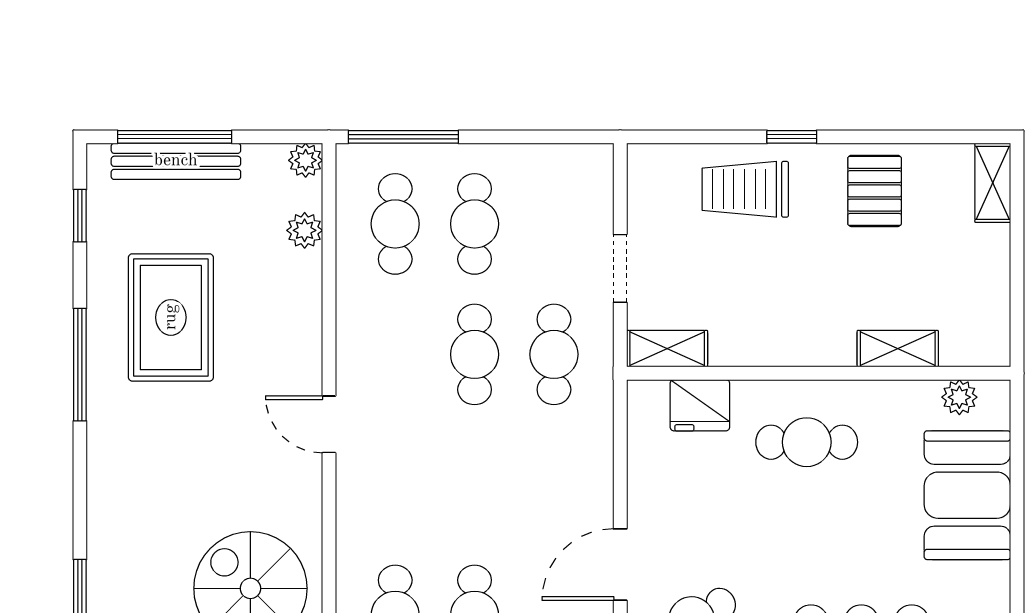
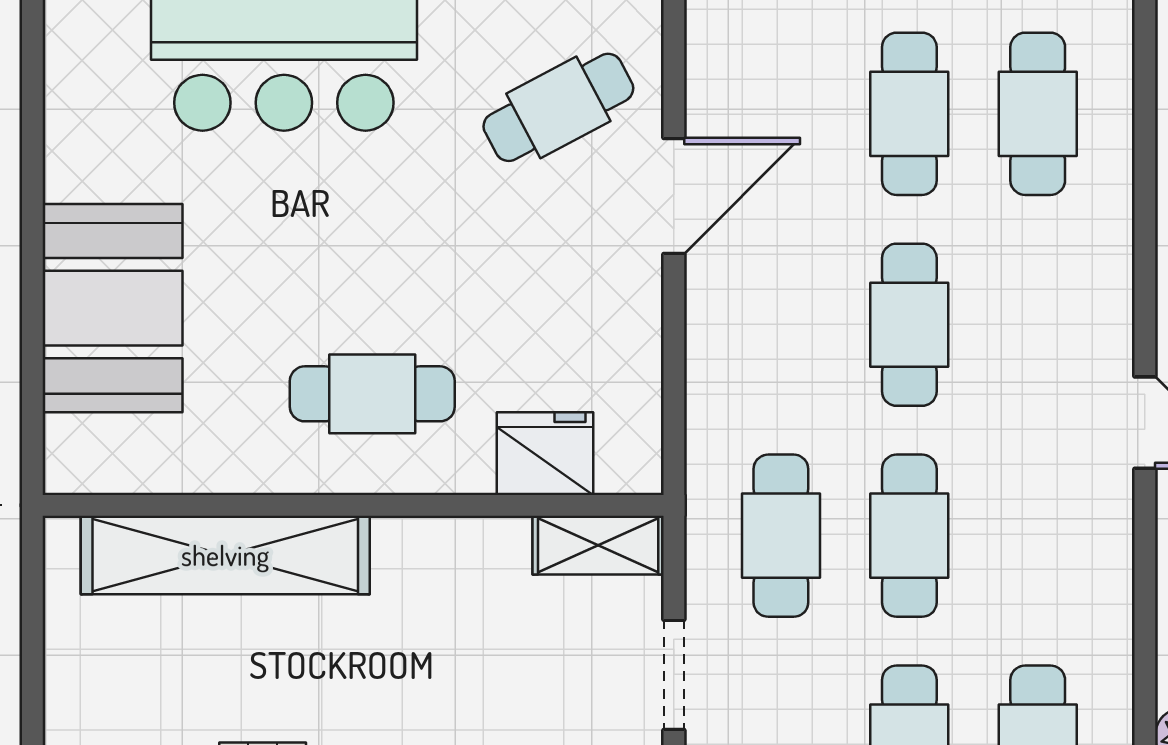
shelving: (898, 349) -> (225, 555), width x2.20, depth x1.33
plant: (959, 397) -> (125, 467), removed
cafe table: (475, 485) -> (909, 325), added

